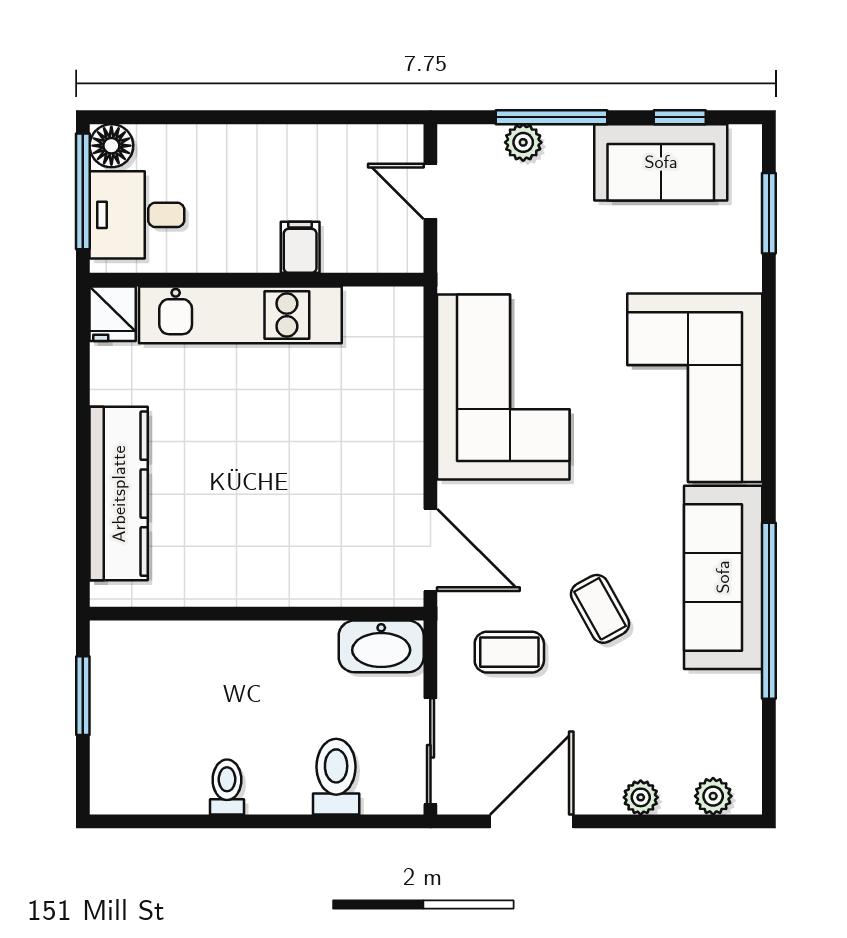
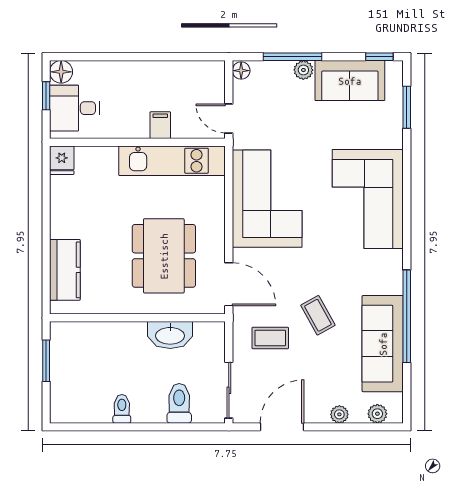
window: (680, 117) -> (379, 57), moved
plant: (523, 142) -> (303, 70), moved
floor lamp: (454, 143) -> (241, 71), added
window: (83, 191) -> (46, 96), width x0.46
door: (430, 191) -> (229, 118), moved
kitchen unit: (240, 315) -> (172, 161), moved
kitchen counter: (119, 494) -> (65, 270), width x0.67
dining table: (307, 496) -> (164, 256), added
sofa: (723, 577) -> (383, 344), moved
washbasin: (381, 646) -> (170, 335), moved

